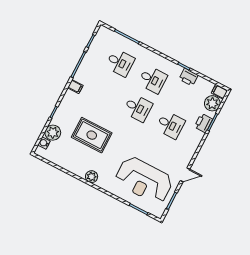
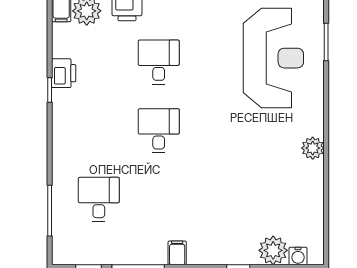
desk: (153, 80) -> (99, 131), removed
rug: (92, 135) -> (244, 184), removed

